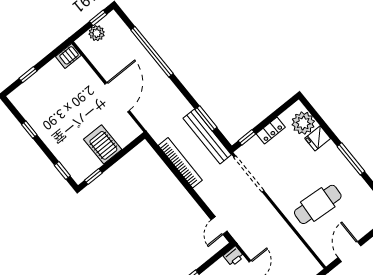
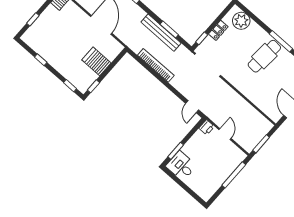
bench: (207, 136) -> (161, 33), moved
fridge: (318, 138) -> (254, 30), removed
cafe table: (318, 204) -> (264, 56), moved

